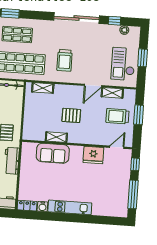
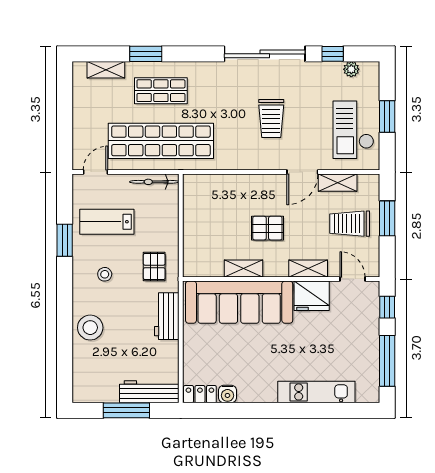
trolley: (65, 60) -> (271, 119), moved
shelving: (43, 88) -> (308, 268), moved
door: (117, 147) -> (353, 279), hinge flipped
sofa: (53, 153) -> (239, 302), width x1.85, depth x1.27
kitchen unit: (70, 207) -> (316, 392), moved

